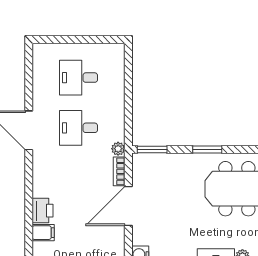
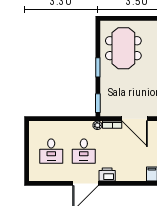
printer: (42, 211) -> (107, 174), moved

